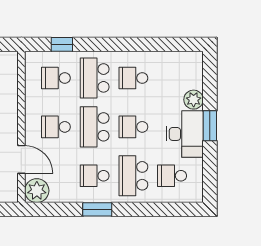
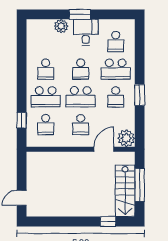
desk: (185, 134) -> (86, 32), width x0.73

